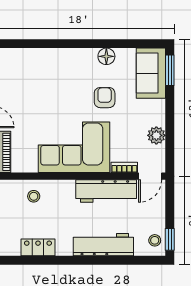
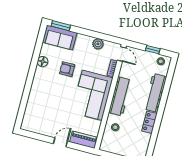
workbench: (106, 191) -> (120, 96), moved
window: (170, 239) -> (153, 50), moved
locker: (38, 247) -> (149, 122), moved

